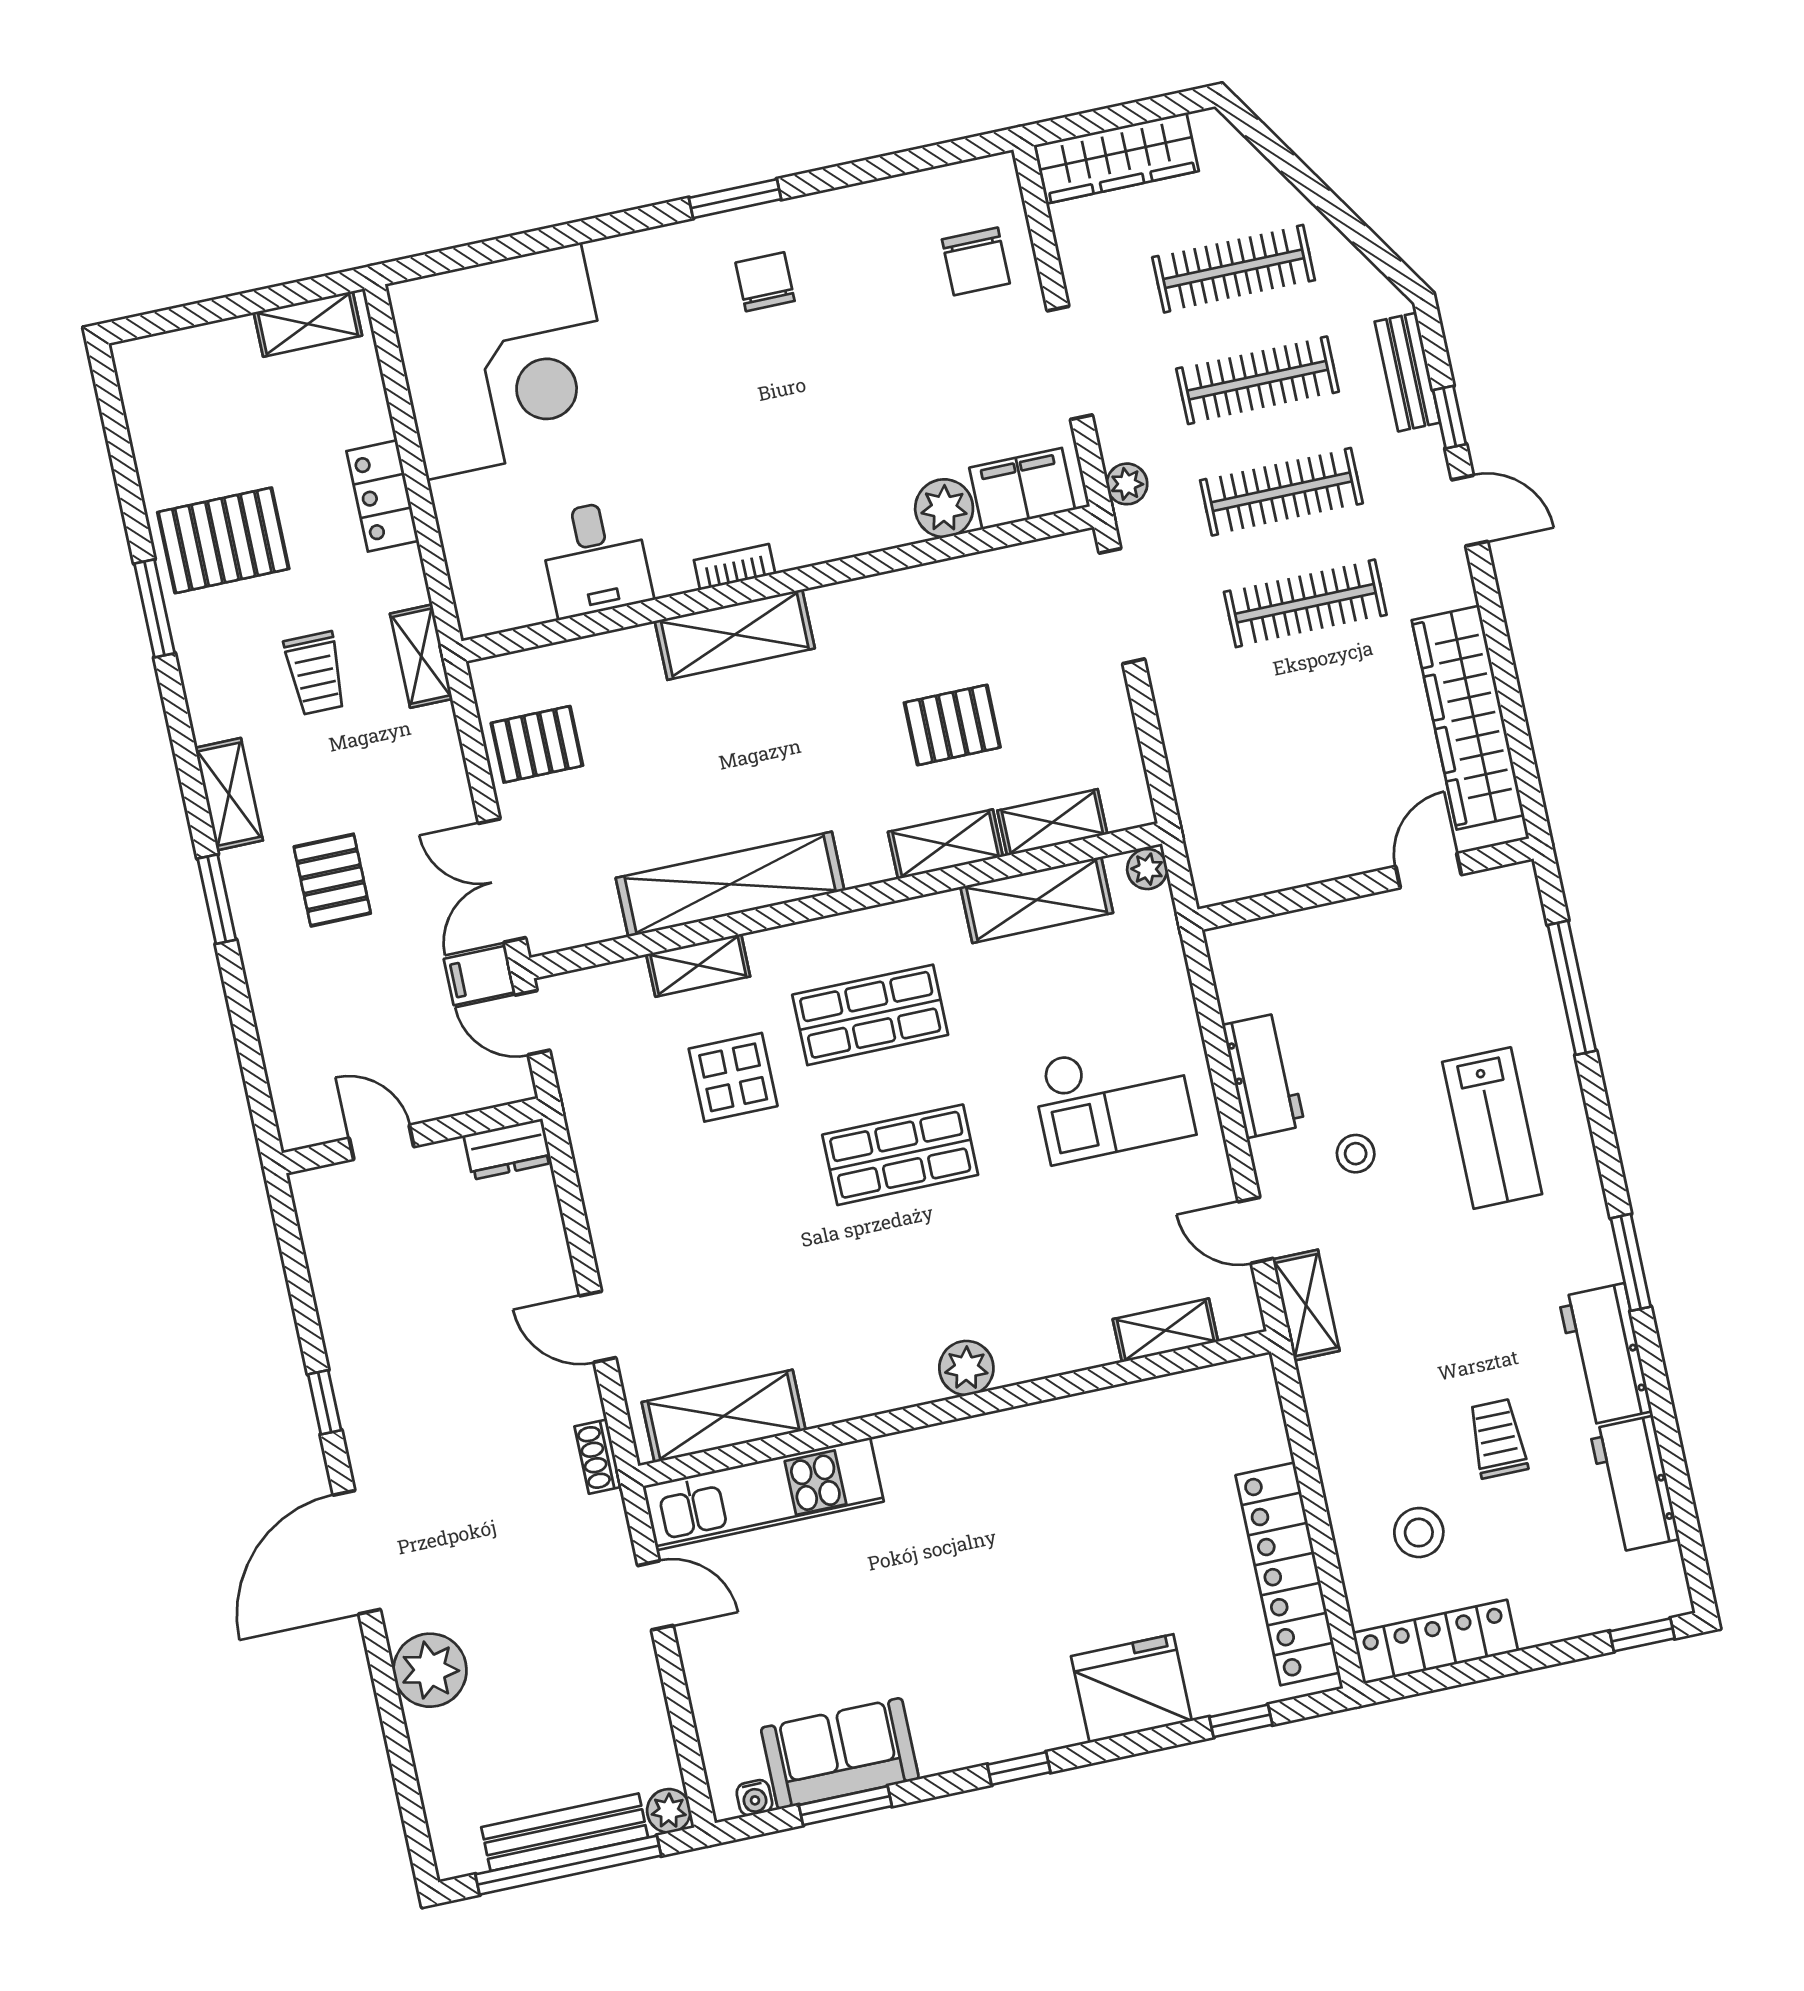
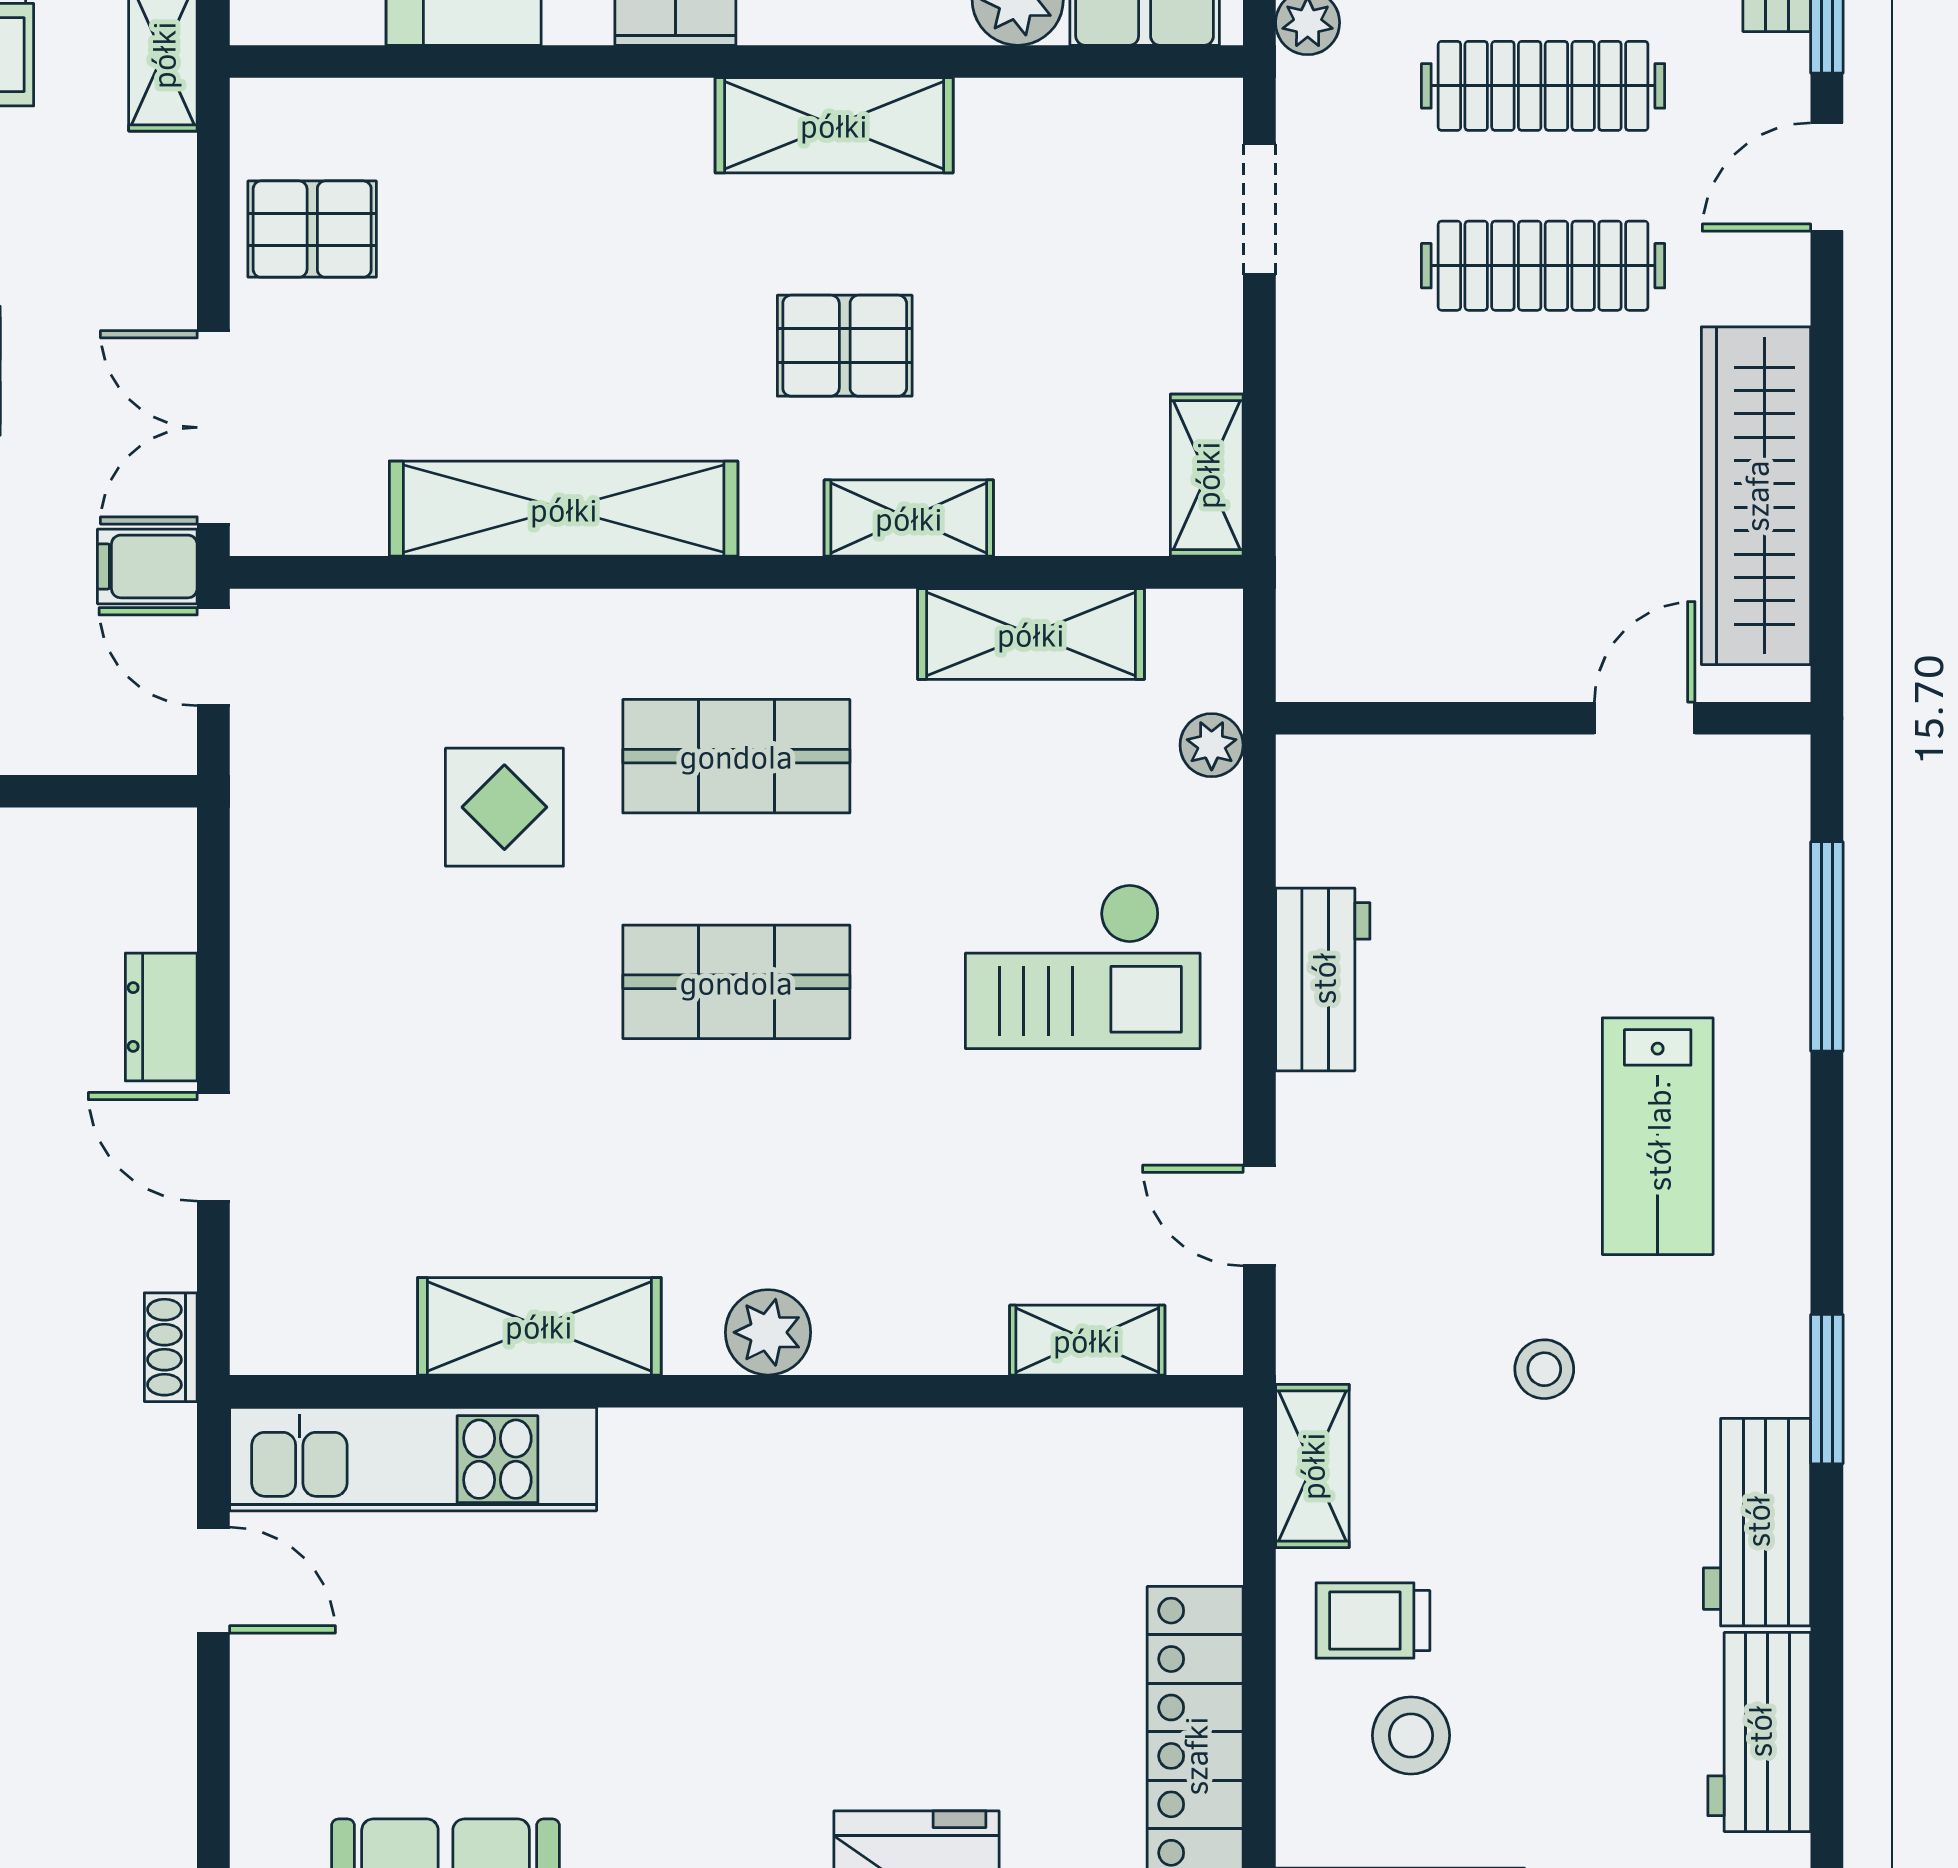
door: (1470, 511) -> (1827, 177), swing flipped
doorway: (1122, 606) -> (1259, 209), width x0.73
shelving: (735, 635) -> (834, 125), moved
pallet: (952, 725) -> (845, 346), moved
shelving: (1052, 822) -> (1207, 475), moved, turned 90
plant: (1147, 869) -> (1212, 745), moved
shelving: (698, 965) -> (488, 623), removed
dresser: (508, 1149) -> (161, 1017), moved, turned 90
stool: (1356, 1154) -> (1544, 1369), moved
shelving: (1306, 1305) -> (1312, 1466), moved
shelving: (724, 1416) -> (539, 1326), moved
trolley: (1498, 1439) -> (1373, 1621), moved, turned -90

